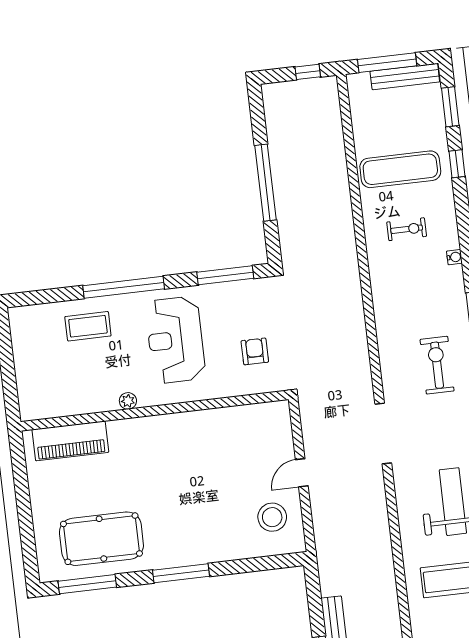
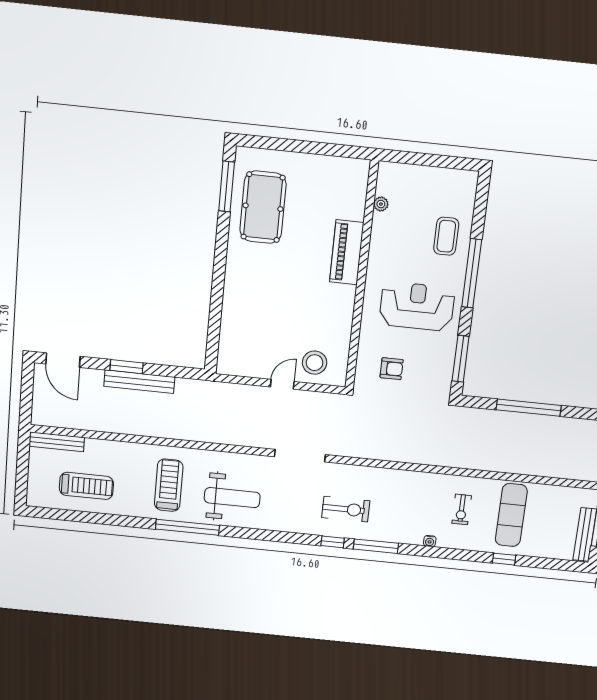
window: (450, 107) -> (551, 564), removed
plant: (128, 401) -> (381, 204), moved
piano: (70, 441) -> (347, 252), moved
door: (302, 473) -> (282, 384), hinge flipped
stool: (272, 517) -> (315, 363), moved
window: (181, 573) -> (219, 267), removed

